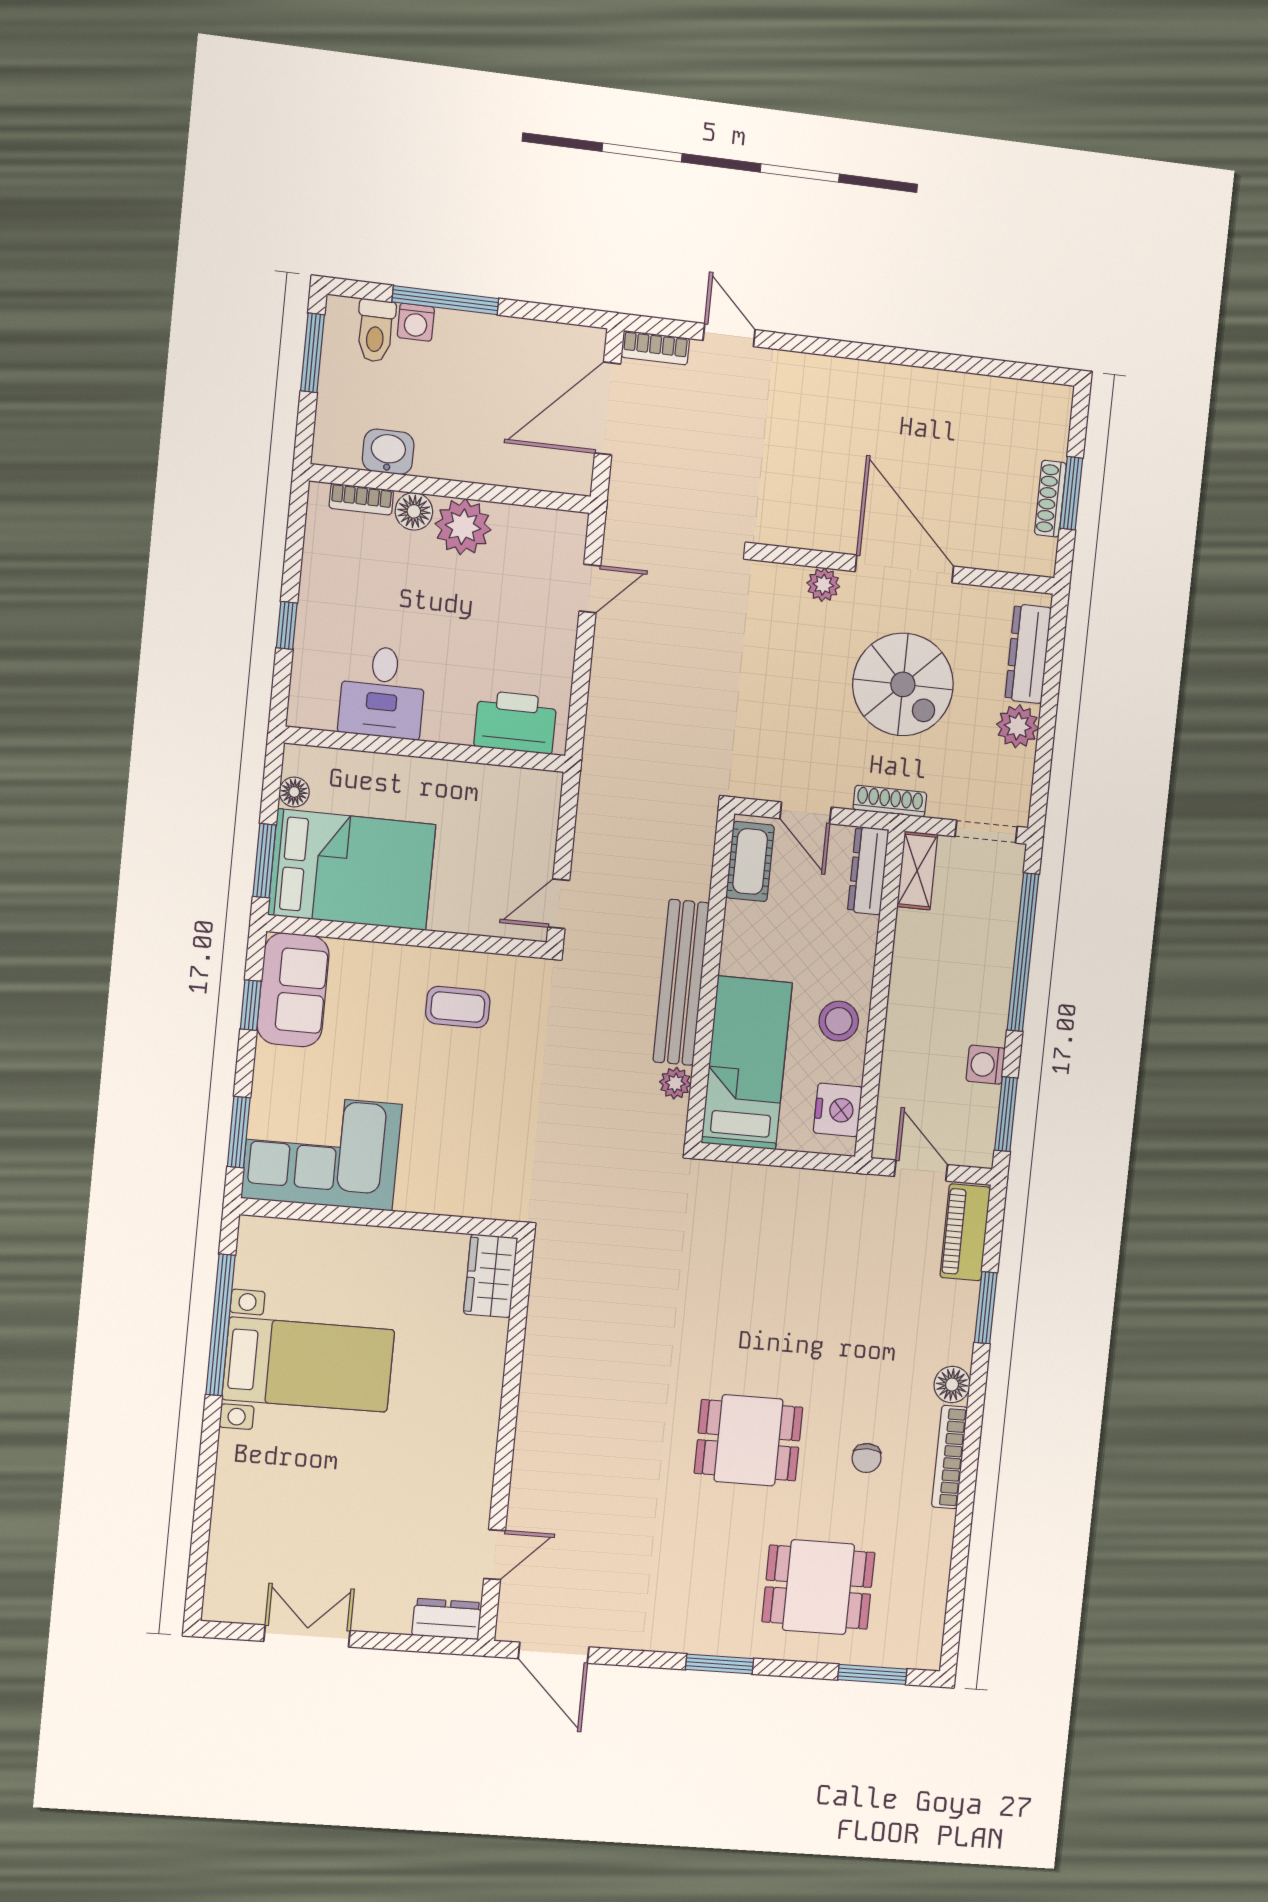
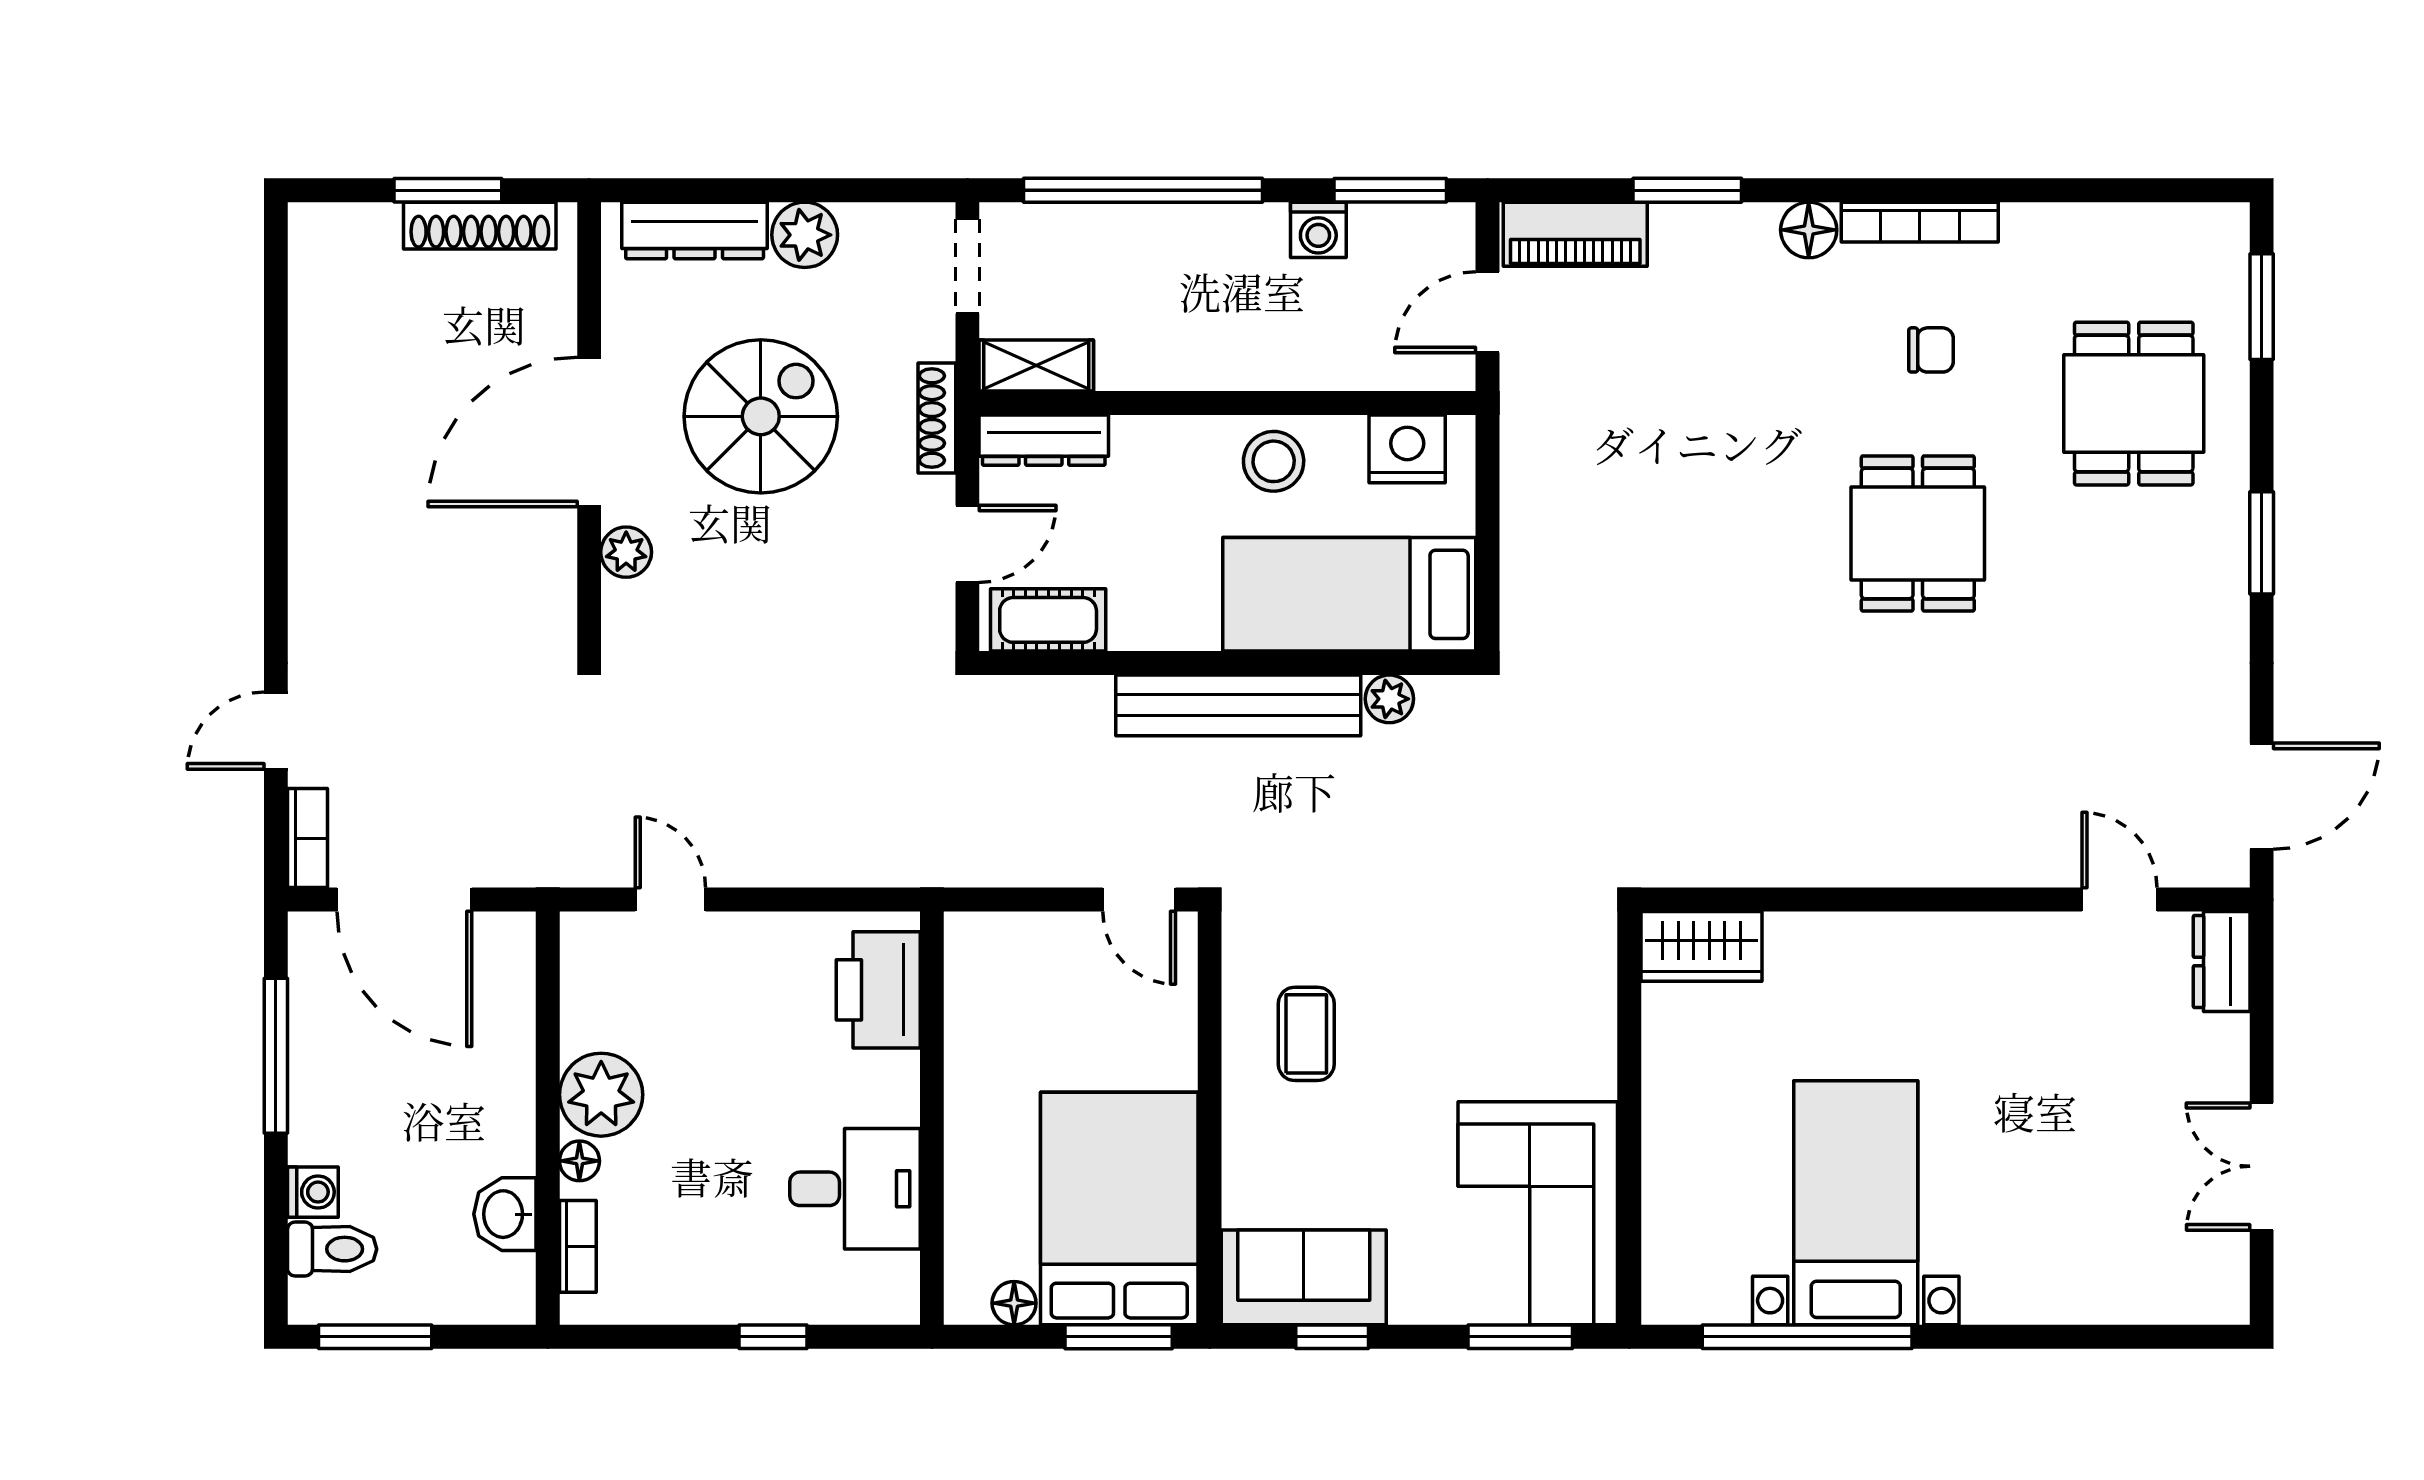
window: (445, 300) -> (276, 1056), moved
shoe rack: (1050, 499) -> (480, 226), width x1.36, depth x1.24
floor lamp: (414, 511) -> (579, 1161), width x0.73, depth x0.73

